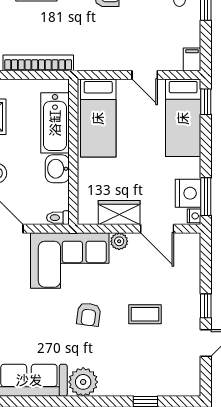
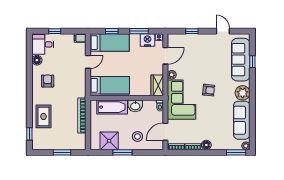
window: (206, 102) -> (112, 31), moved
window: (206, 197) -> (139, 31), moved
wardrobe: (119, 213) -> (157, 85), moved
window: (206, 306) -> (192, 31), moved
coffee table: (145, 314) -> (208, 62), removed
sofa: (149, 378) -> (241, 60), added

